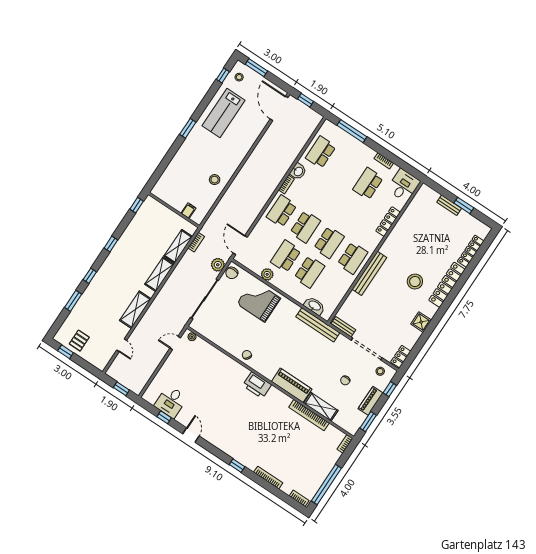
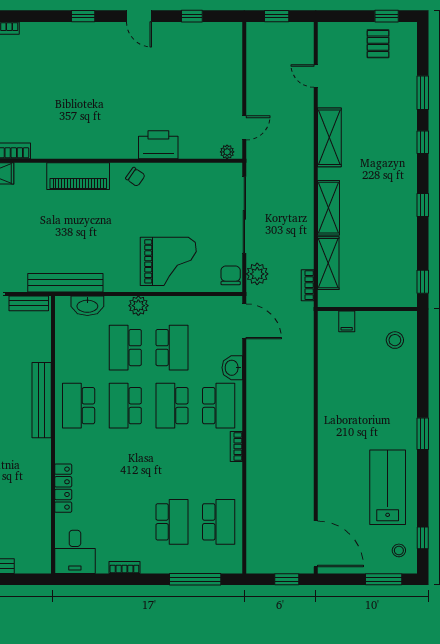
washbasin: (298, 171) -> (232, 368), moved
stool: (215, 180) -> (395, 340), moved
school desk: (368, 184) -> (172, 522), moved
plant: (267, 274) -> (138, 306), moved
printer: (257, 385) -> (158, 145), moved
piano: (292, 385) -> (78, 176), moved
desk: (171, 402) -> (197, 43), removed
window: (237, 466) -> (83, 16), moved

